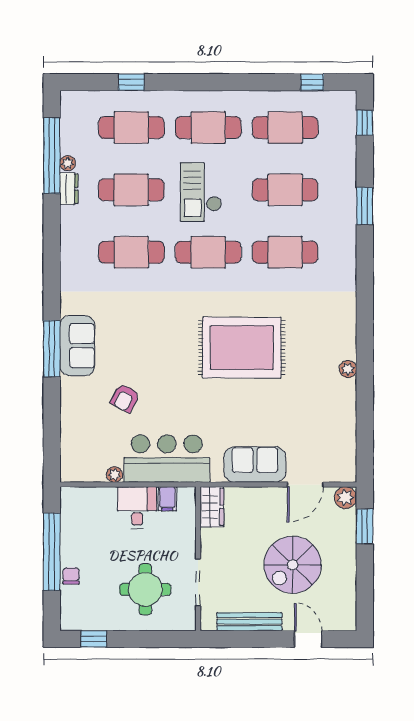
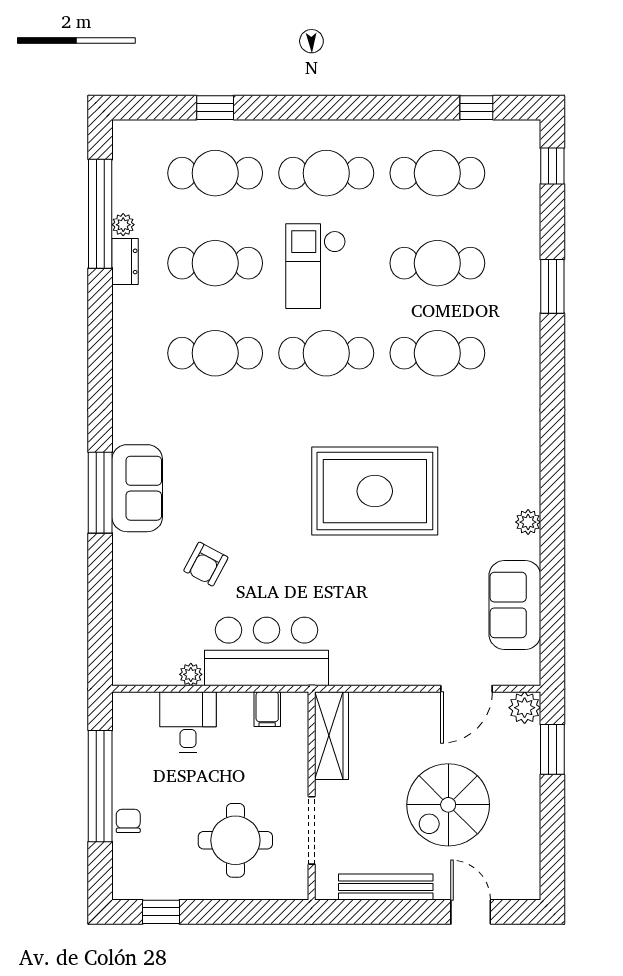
sofa: (255, 465) -> (515, 605), moved, turned -90
wardrobe: (212, 507) -> (331, 736), width x1.50
desk: (137, 508) -> (188, 722), moved

